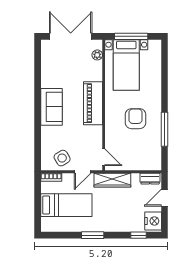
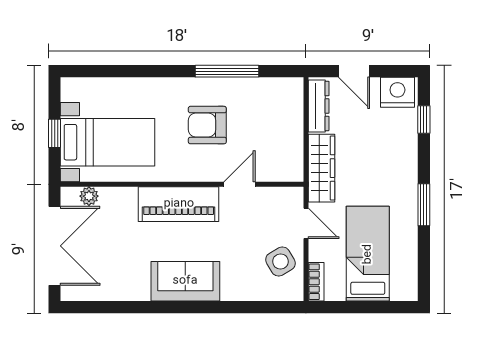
double door: (71, 36) -> (55, 246), swing flipped
window: (131, 36) -> (55, 133), width x0.46
door: (104, 157) -> (240, 184), moved
dresser: (150, 179) -> (319, 106), width x1.44

